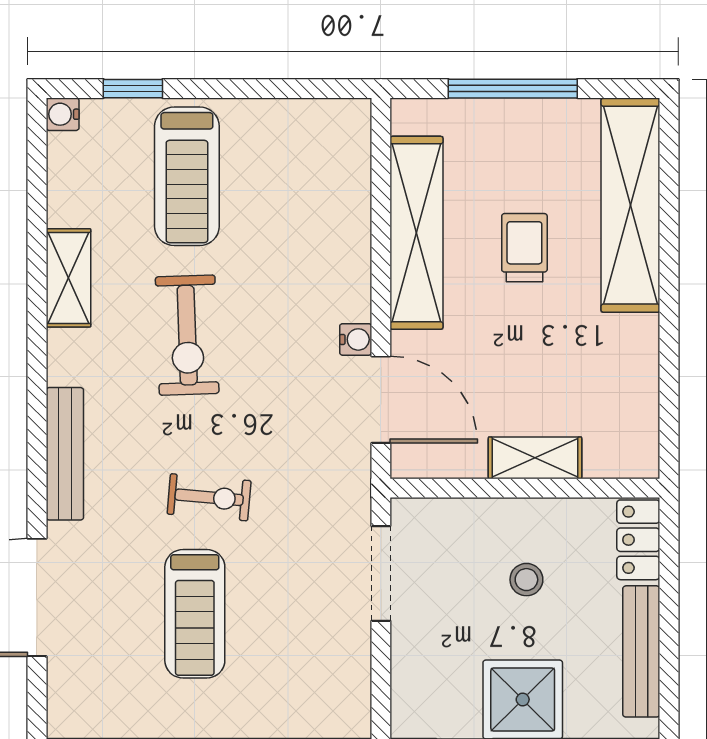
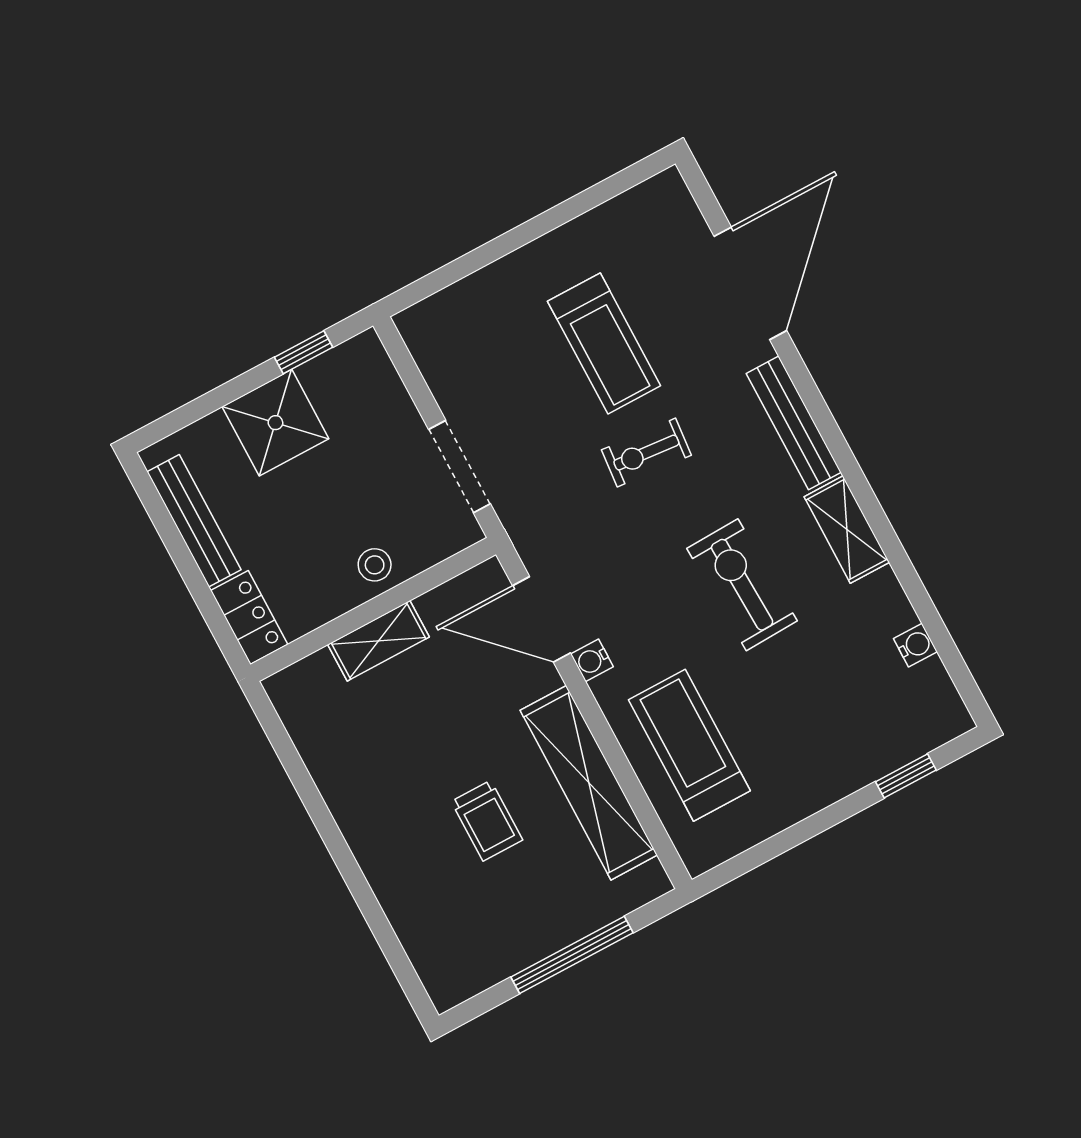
water cooler: (63, 114) -> (915, 645), moved
treadmill: (187, 176) -> (689, 745), moved
shelving: (630, 205) -> (414, 908), removed
shelving: (68, 278) -> (847, 529), moved
stool: (526, 580) -> (375, 565), moved
treadmill: (195, 614) -> (604, 344), turned 180

